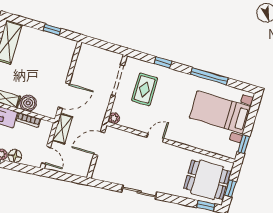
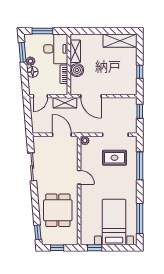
window: (99, 43) -> (140, 111), added
window: (163, 62) -> (140, 166), width x2.17
window: (209, 76) -> (140, 218), moved
dining table: (207, 180) -> (58, 210), moved
sliding door: (139, 192) -> (32, 167), moved

